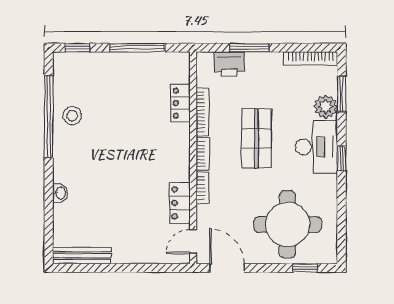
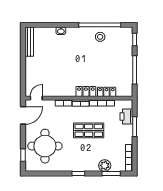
desk: (316, 147) -> (84, 161), removed
locker: (180, 203) -> (86, 91), moved
door: (193, 242) -> (36, 98), hinge flipped

